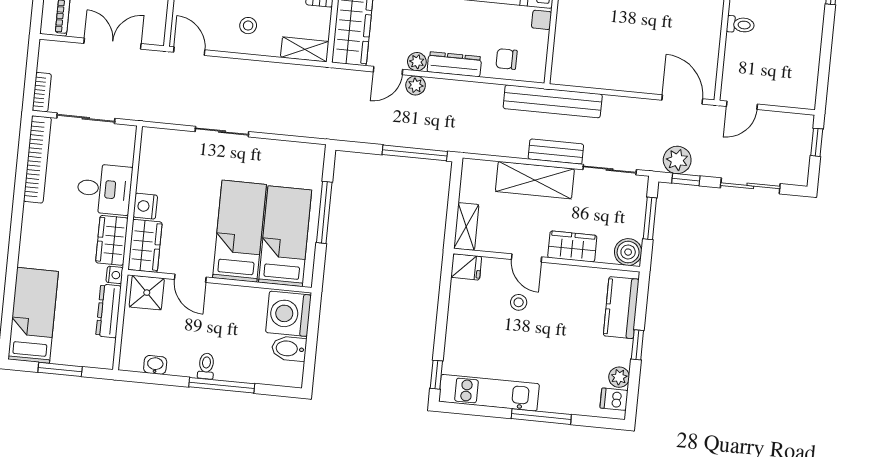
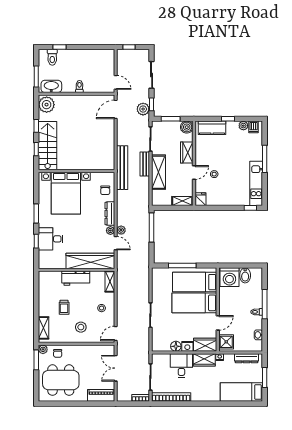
floor lamp: (148, 181) -> (176, 346), added
dresser: (109, 311) -> (246, 358), moved

